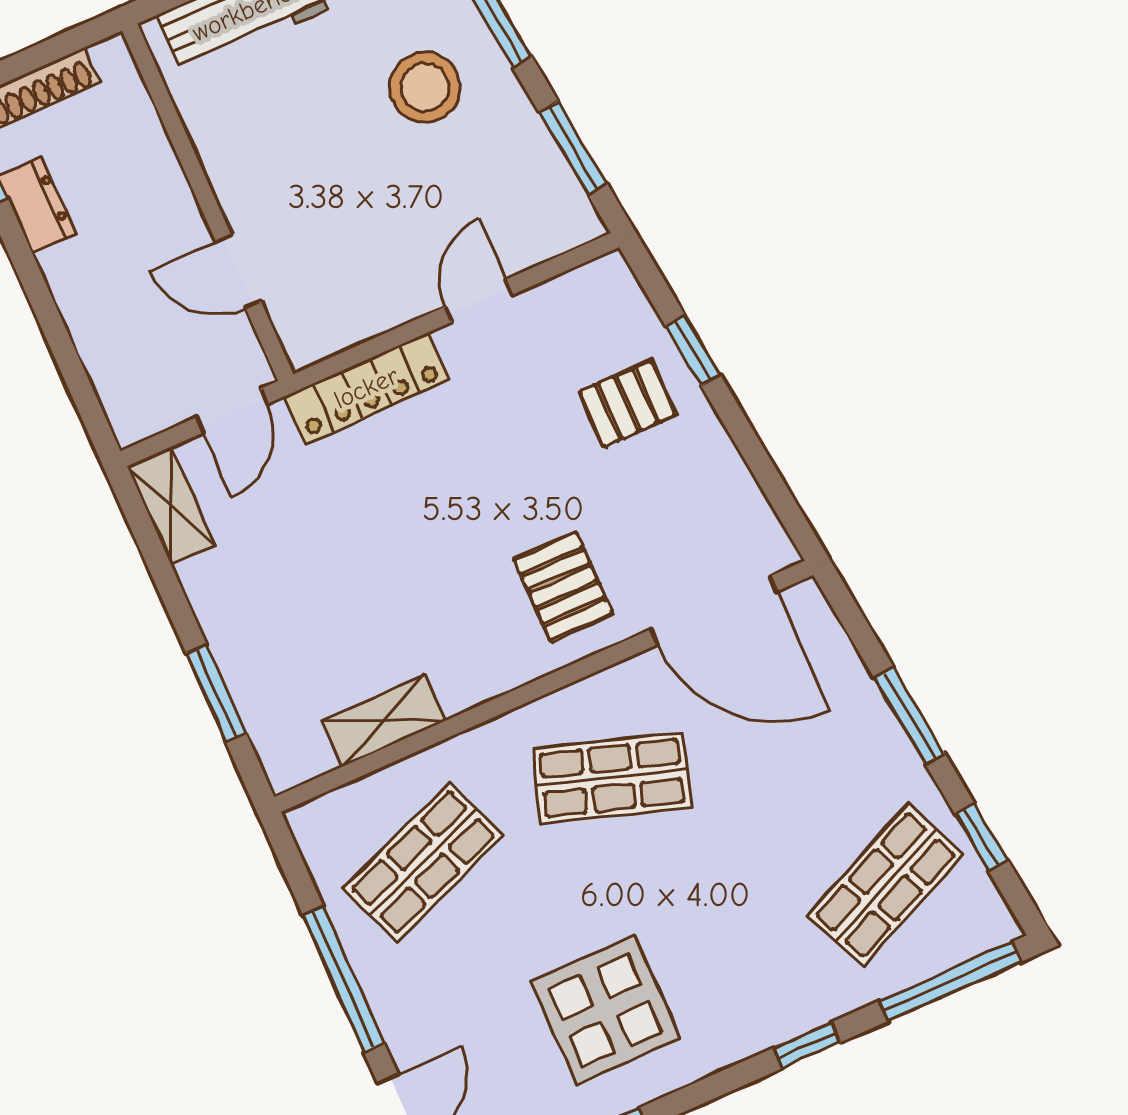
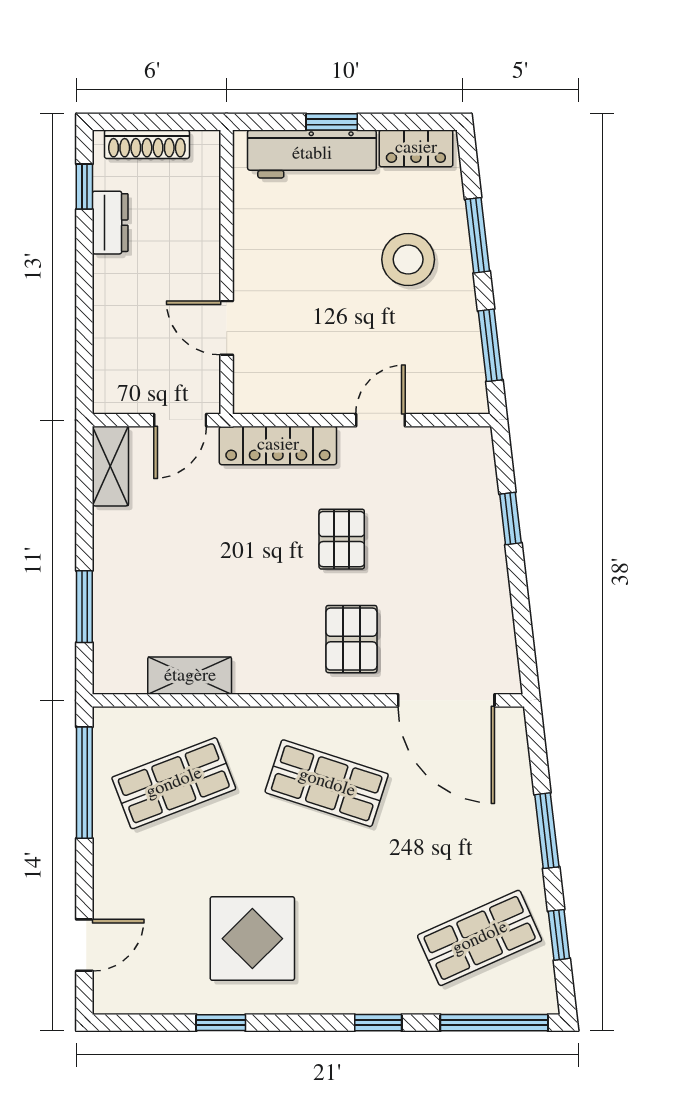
pallet: (627, 404) -> (342, 539), moved, turned 90
window: (344, 979) -> (84, 783), moved

